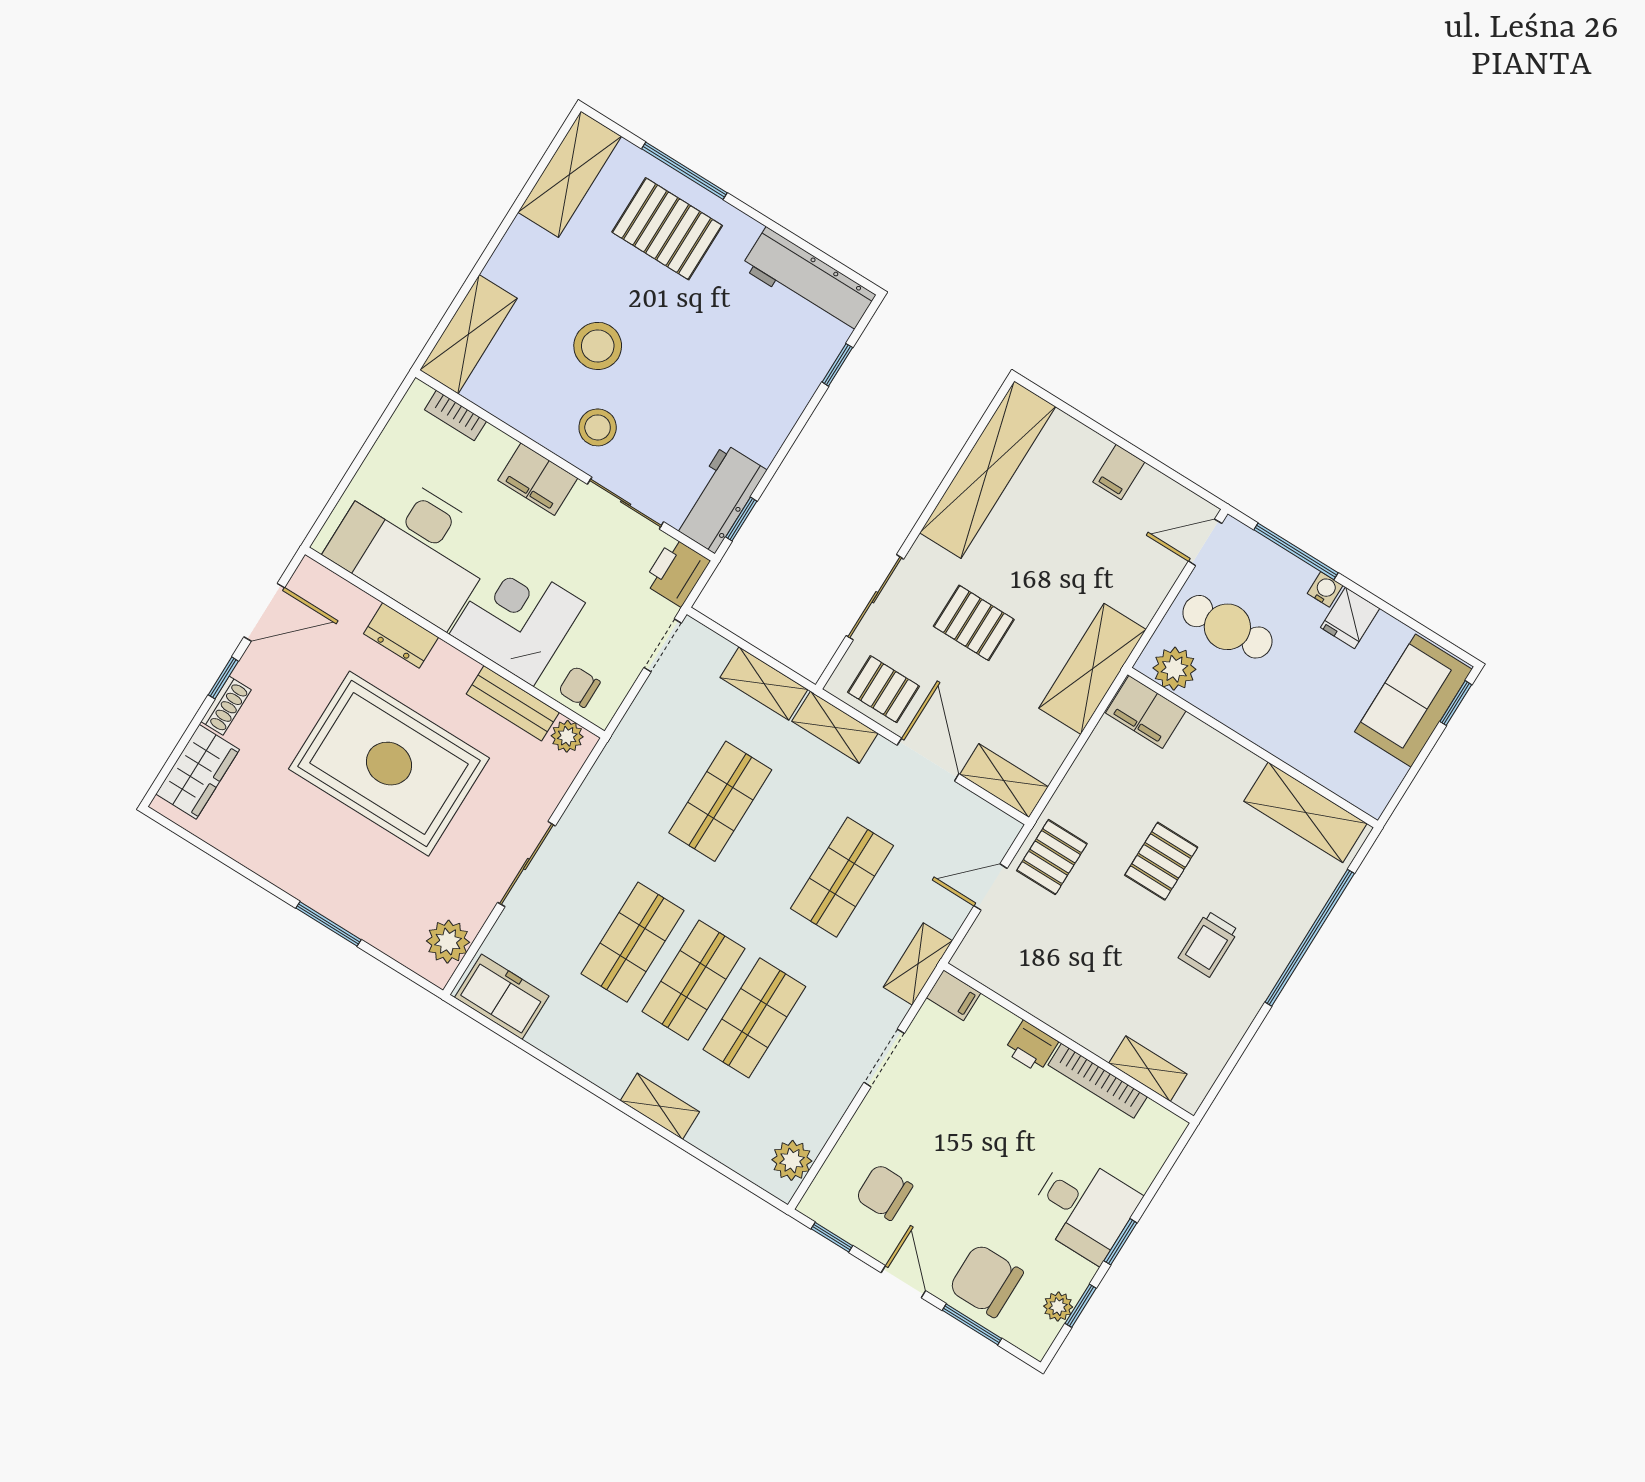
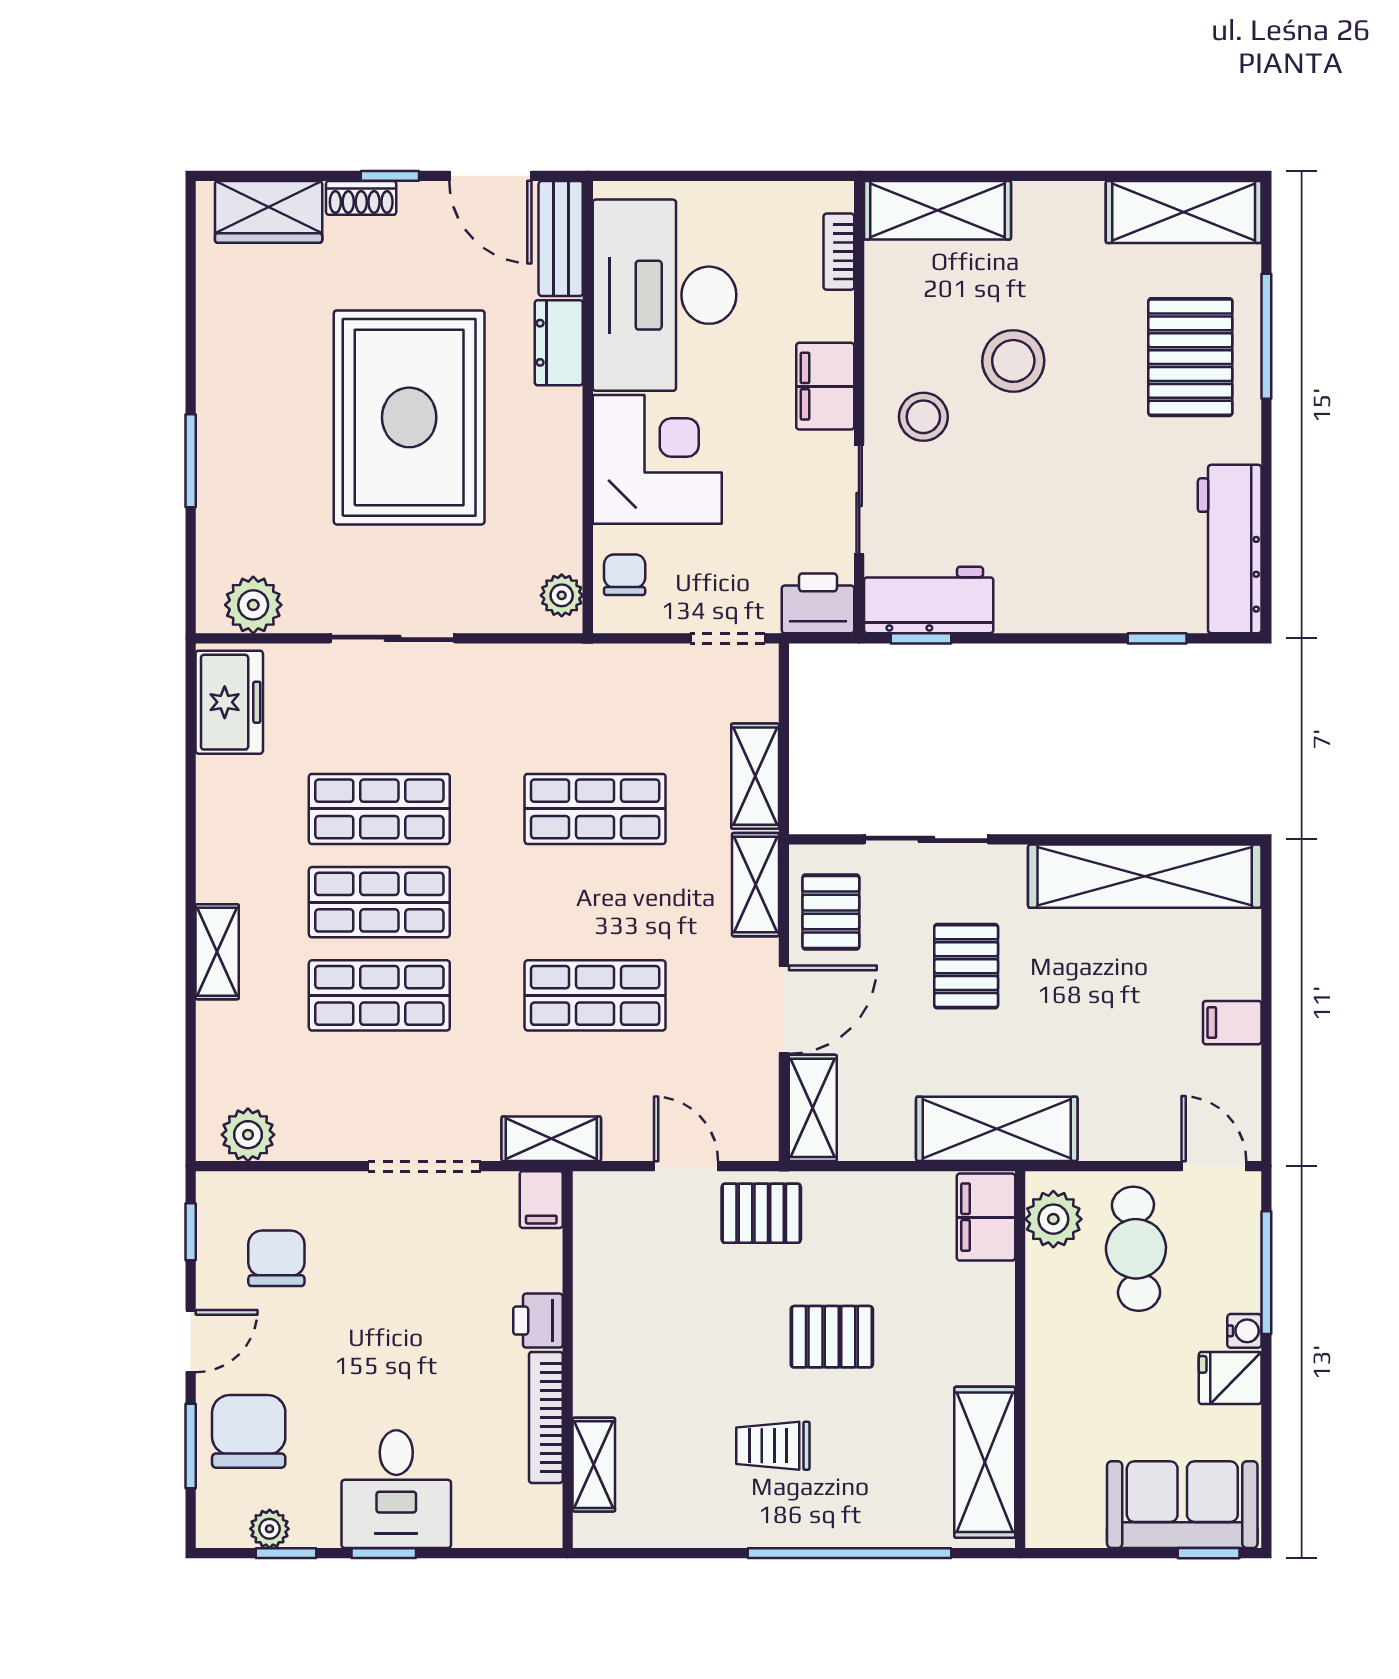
bench: (513, 703) -> (561, 238), moved
doorway: (884, 1058) -> (424, 1166), width x1.38

